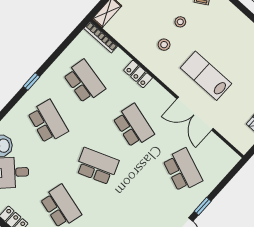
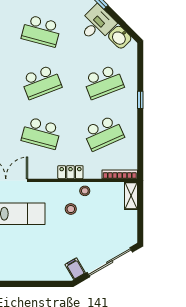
stool: (180, 22) -> (85, 191), moved
school desk: (84, 81) -> (103, 133), turned -36
school desk: (48, 122) -> (103, 82), turned -39

